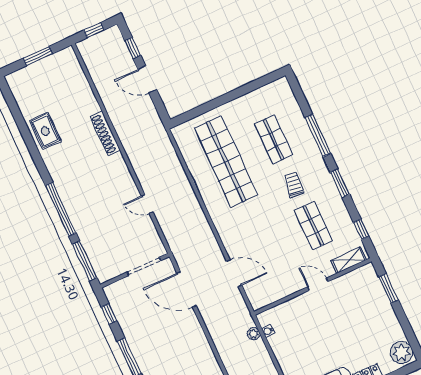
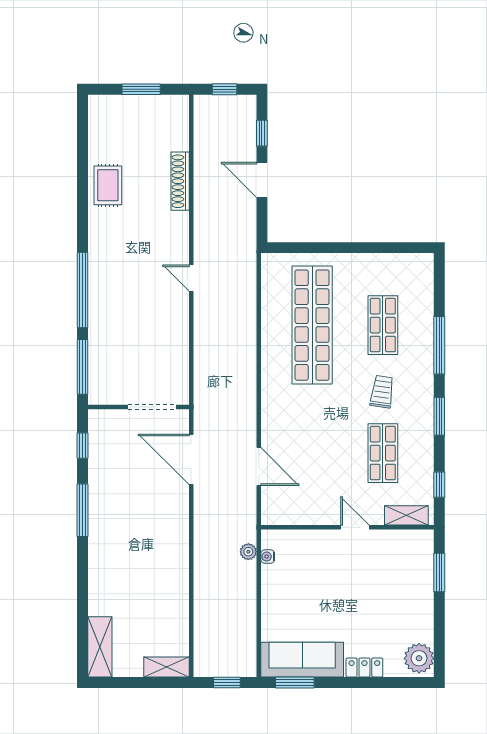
shoe rack: (105, 133) -> (180, 181), moved
door: (147, 204) -> (191, 278), moved

